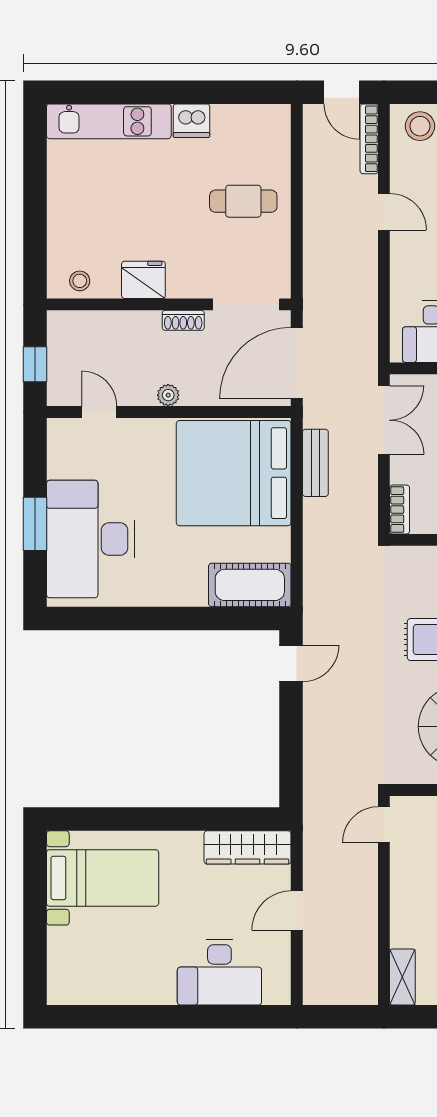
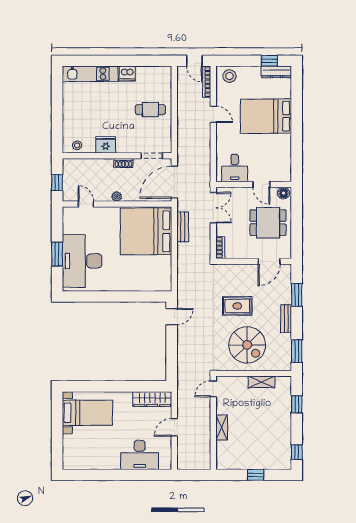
doorway: (246, 304) -> (152, 156), width x0.73
cot: (250, 585) -> (153, 282), removed
shelving: (402, 977) -> (222, 427), moved

